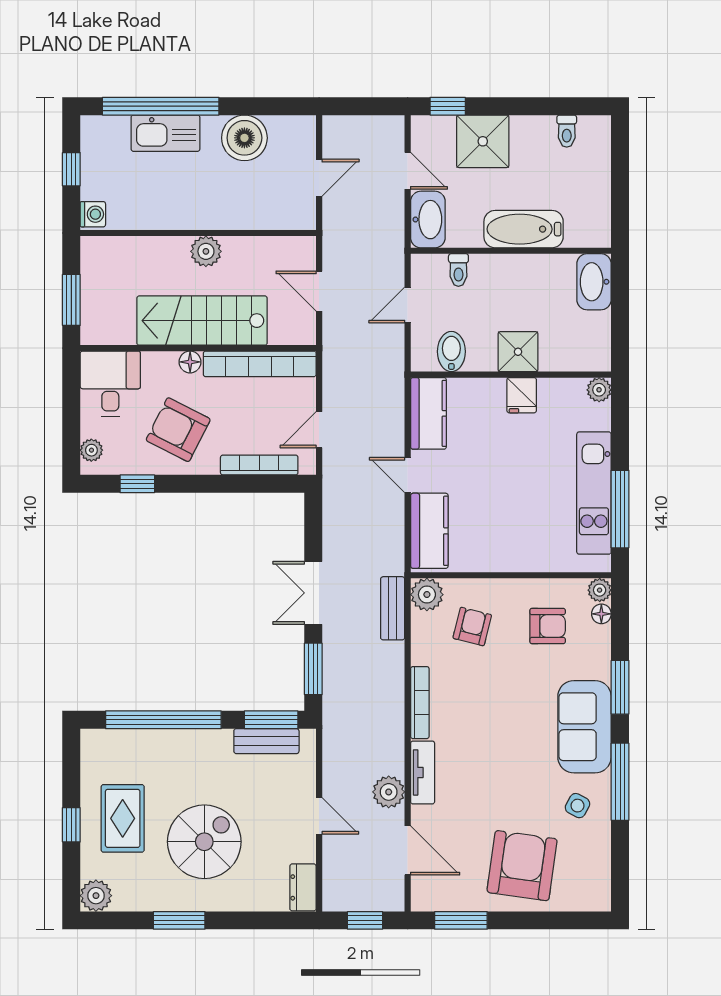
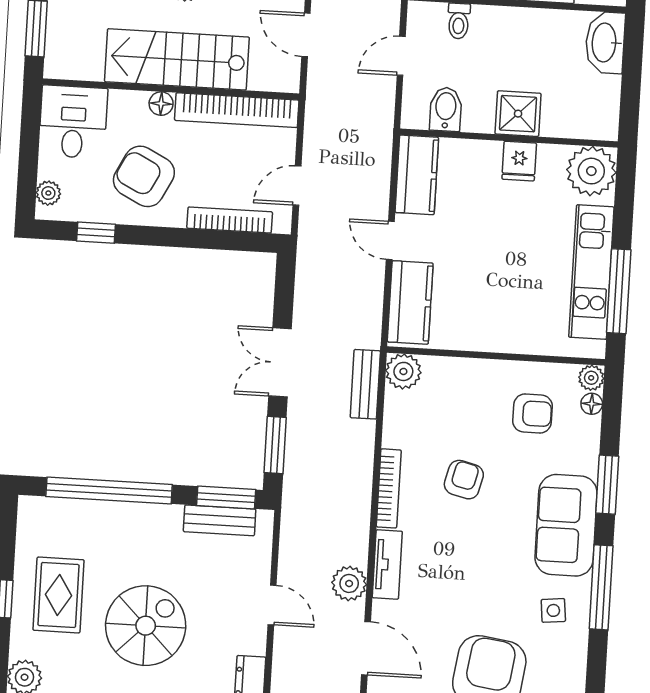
plant: (599, 390) -> (591, 171), width x1.87, depth x1.87
armchair: (472, 627) -> (464, 480), moved
side table: (577, 806) -> (553, 610), turned -34

